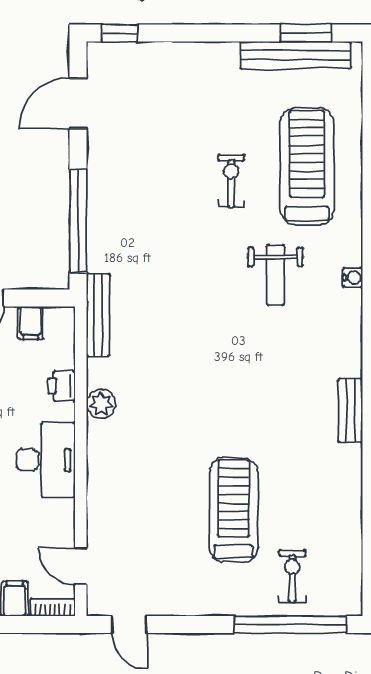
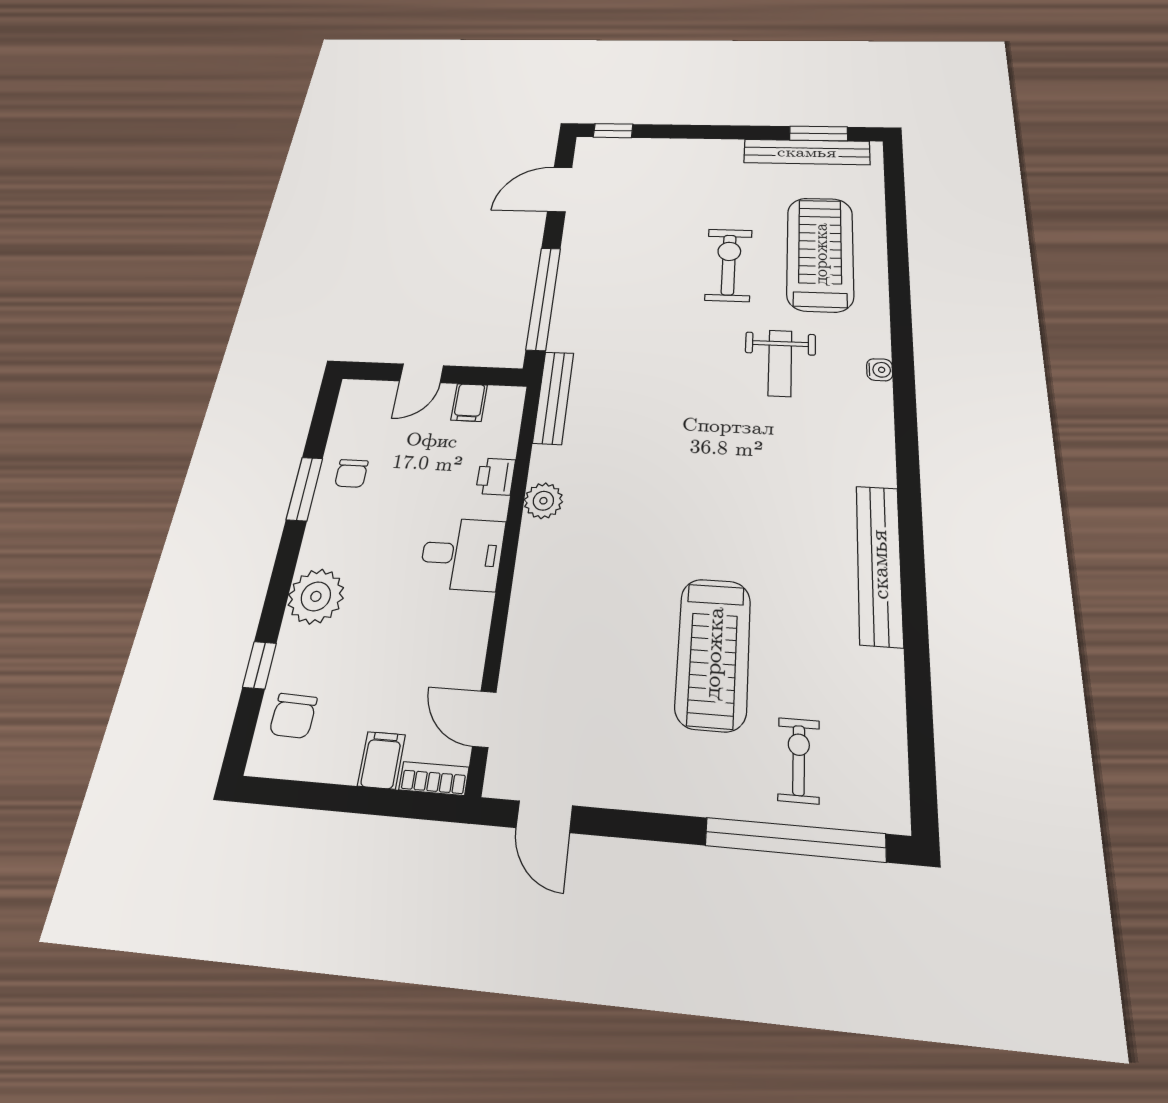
exercise bike: (231, 181) -> (729, 265), width x1.38, depth x1.39
bench: (350, 410) -> (879, 564), width x1.86, depth x1.21
desk: (46, 460) -> (462, 554), width x0.73
treadmill: (233, 510) -> (713, 653), turned 180

